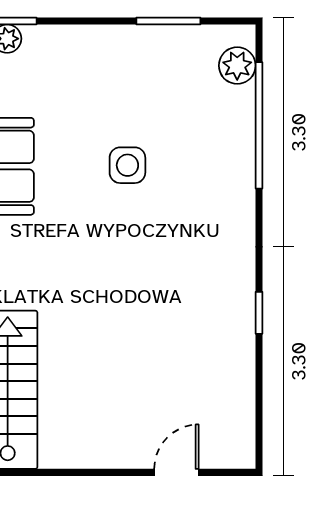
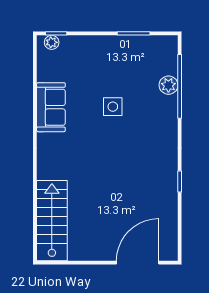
plant: (237, 66) -> (168, 85), moved
door: (176, 472) -> (138, 263), width x1.87

